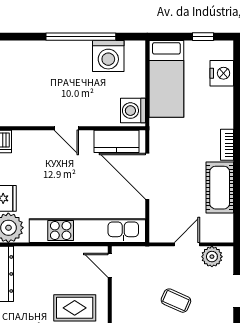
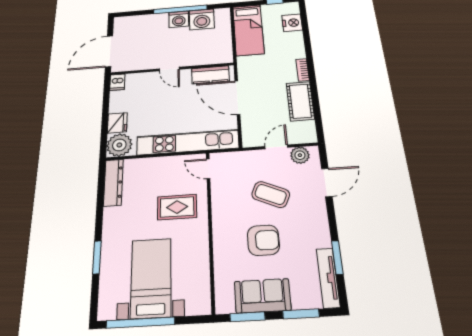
washing machine: (133, 111) -> (179, 19), moved, turned -90
coffee table: (176, 301) -> (271, 194), width x1.36, depth x1.30

